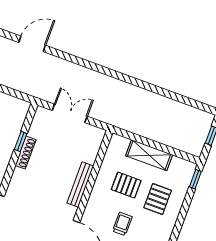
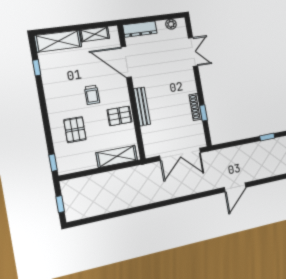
double door: (70, 113) -> (180, 154), width x1.37
shelving: (149, 155) -> (117, 156), moved
pallet: (126, 185) -> (120, 116), moved

